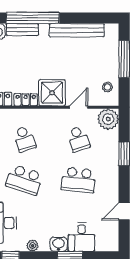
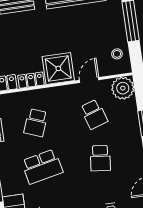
school desk: (24, 139) -> (36, 123), turned 39
school desk: (24, 180) -> (42, 167), turned -30
school desk: (78, 180) -> (100, 158), width x0.54

